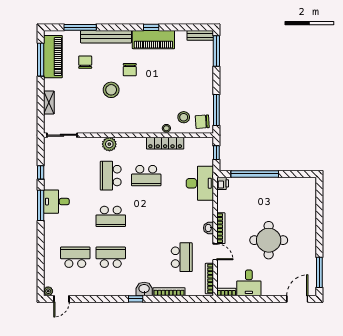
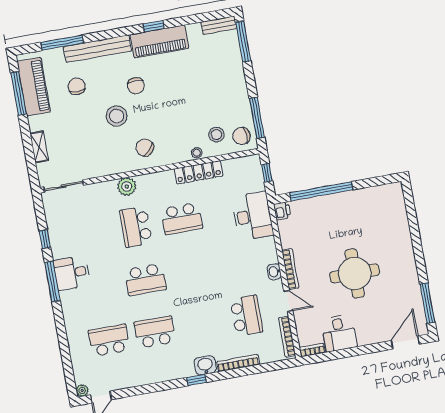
chair: (128, 117) -> (145, 148), added

